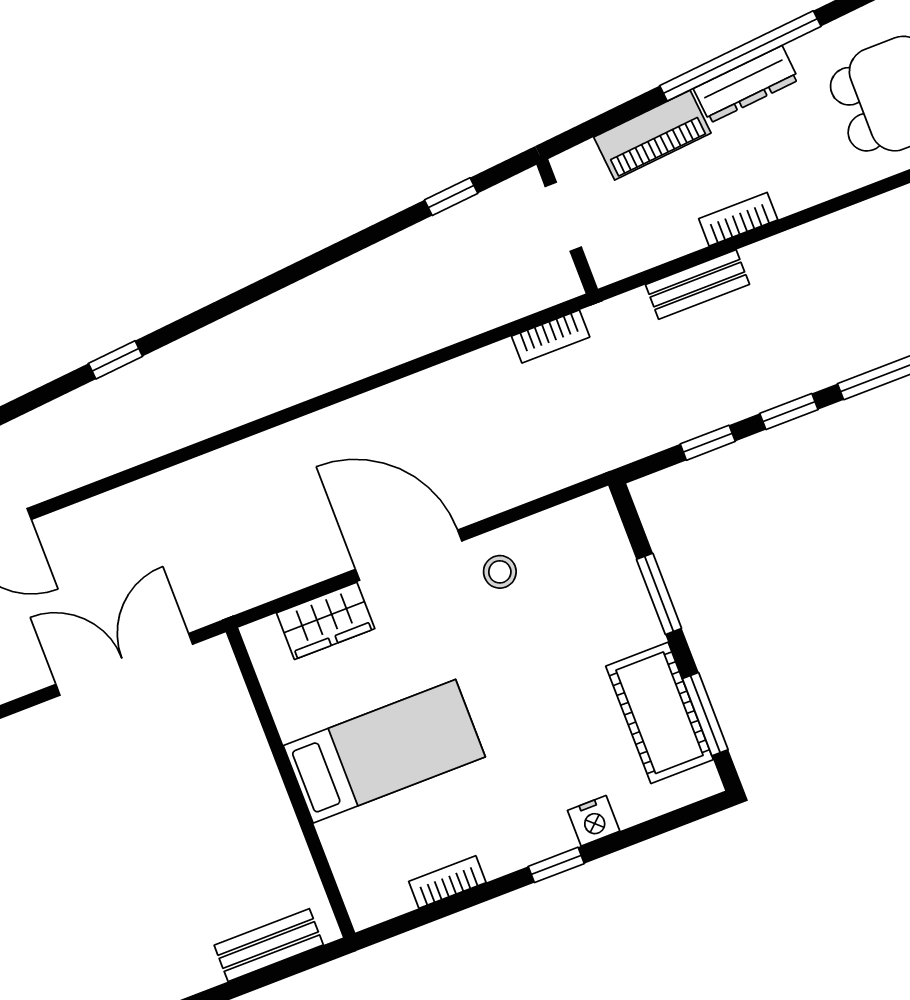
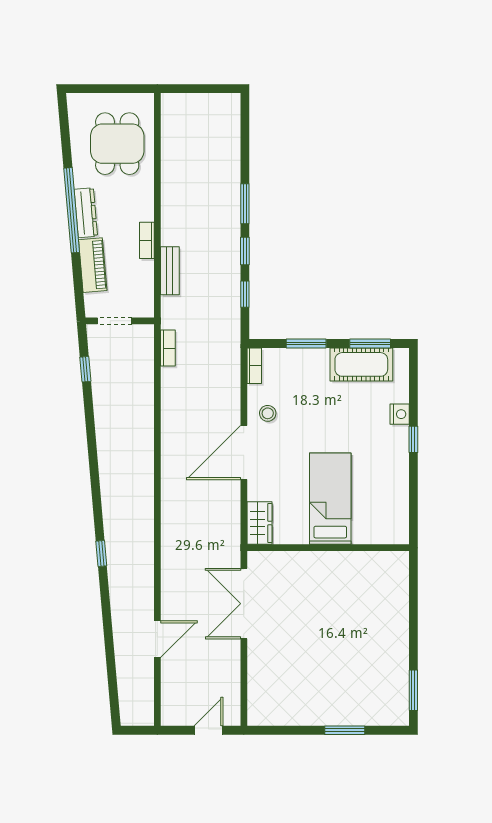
wardrobe: (326, 621) -> (259, 523), moved
bookcase: (447, 882) -> (254, 366), moved, turned 180
bench: (269, 945) -> (399, 587), removed

